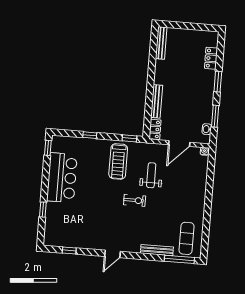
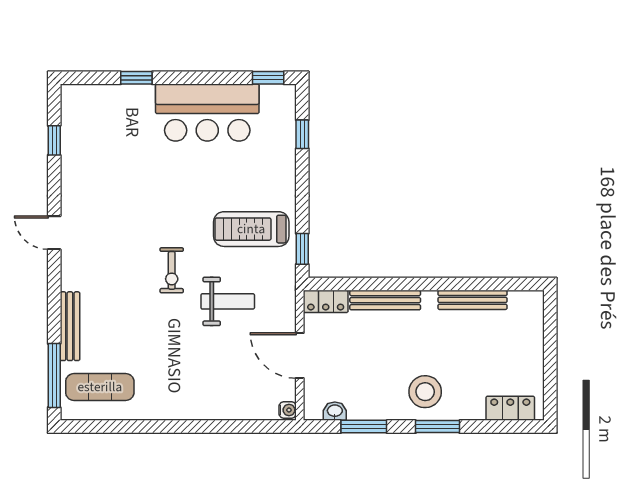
bench: (161, 43) -> (473, 300), moved
locker: (211, 58) -> (510, 408), moved
stool: (201, 86) -> (425, 392), added
window: (90, 135) -> (302, 134), moved

